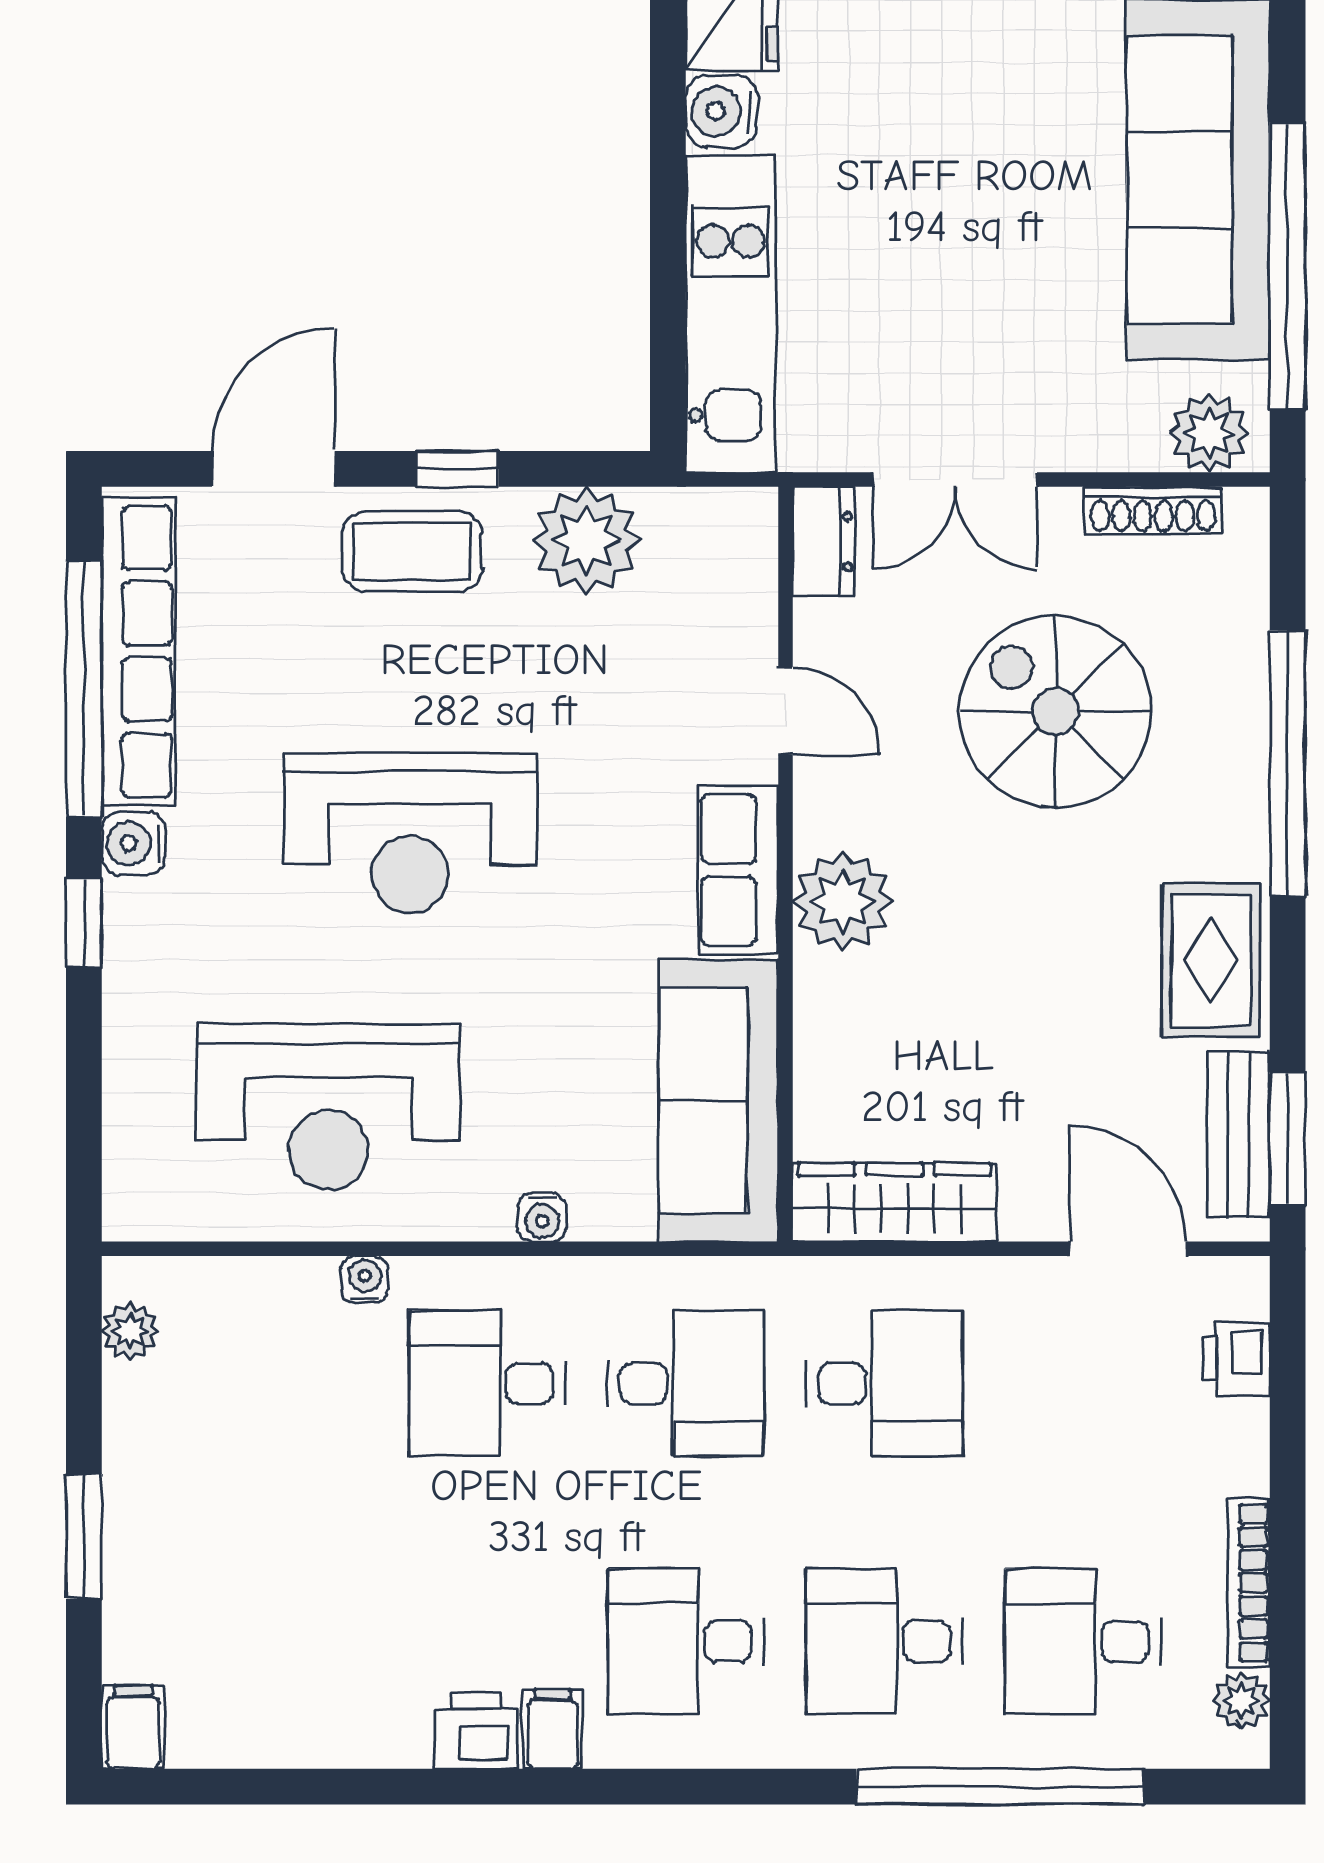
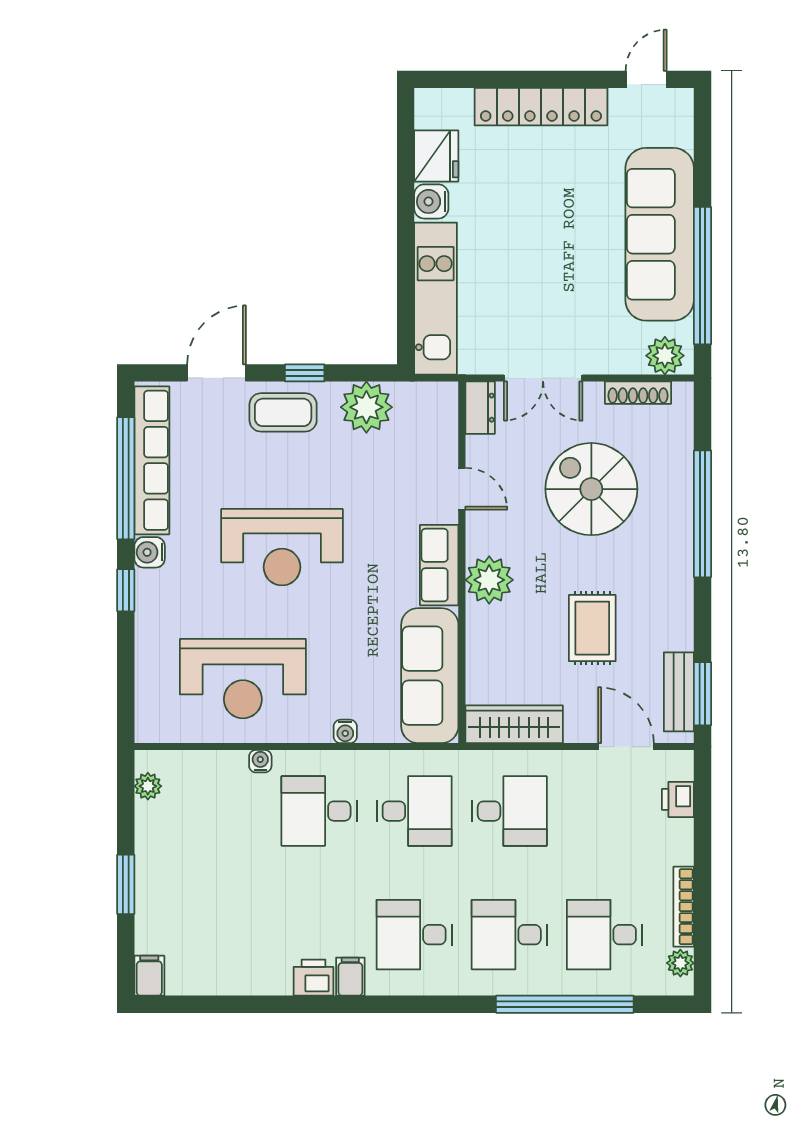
rug: (1211, 960) -> (592, 628), moved

